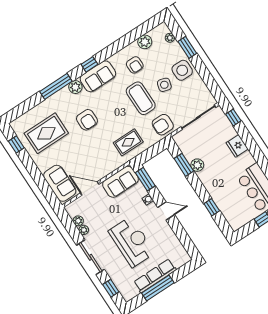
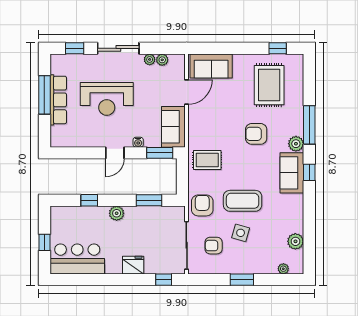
window: (187, 47) -> (242, 280), moved
armchair: (135, 65) -> (214, 246), moved
side table: (182, 70) -> (243, 260), removed
rug: (128, 142) -> (207, 160), turned 90
plant: (197, 165) -> (117, 213), moved

